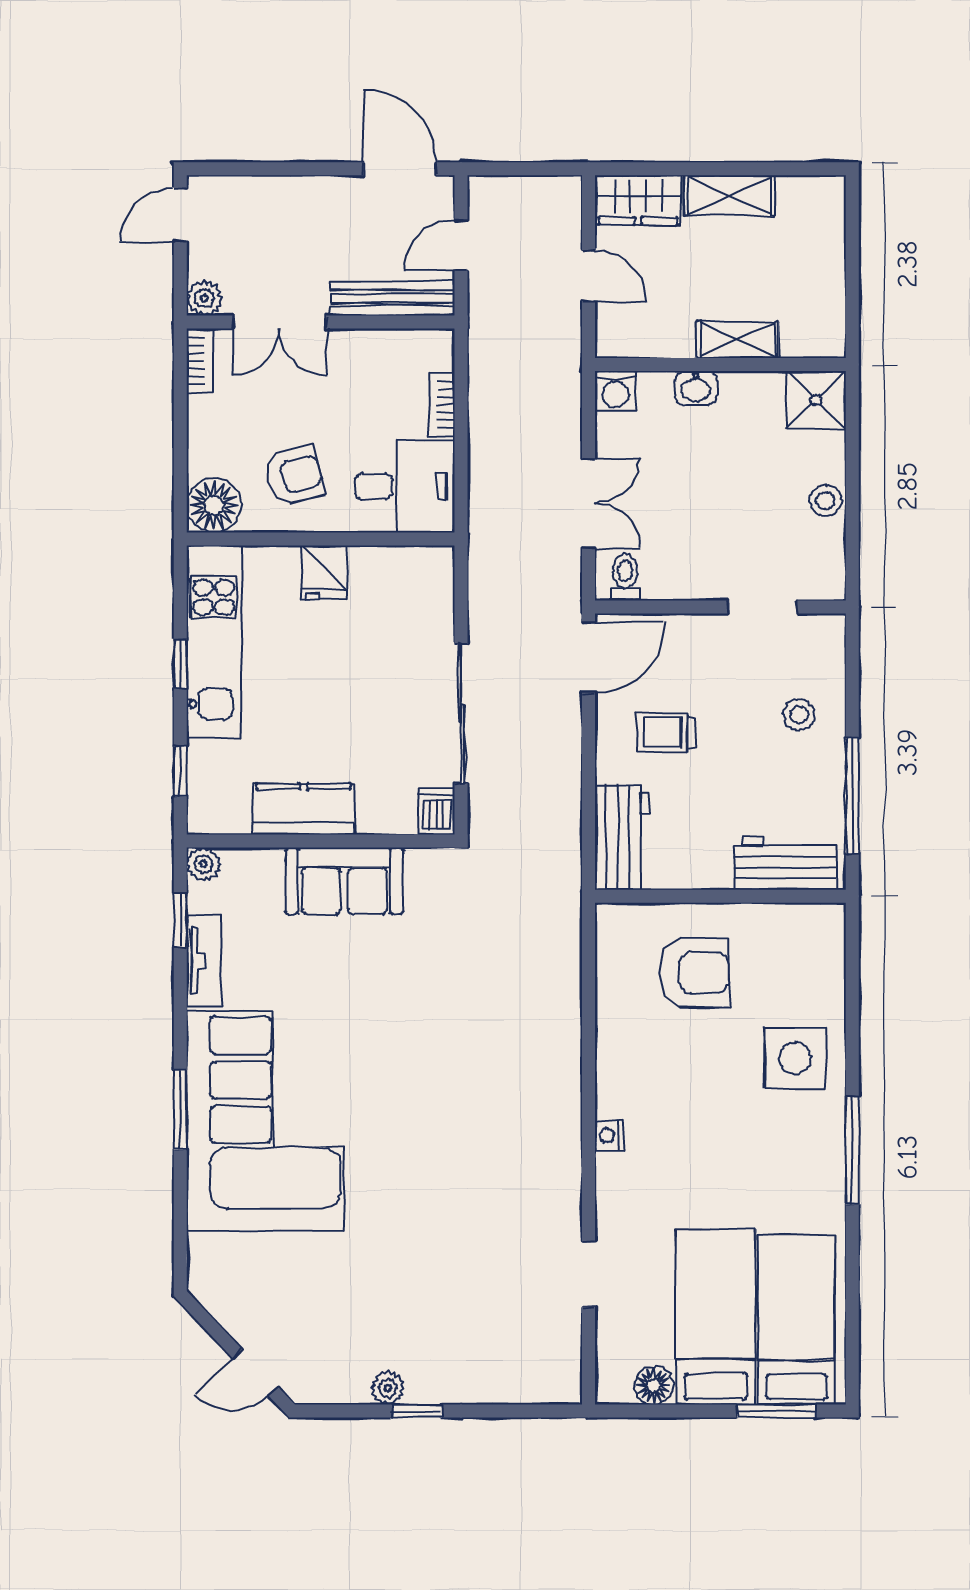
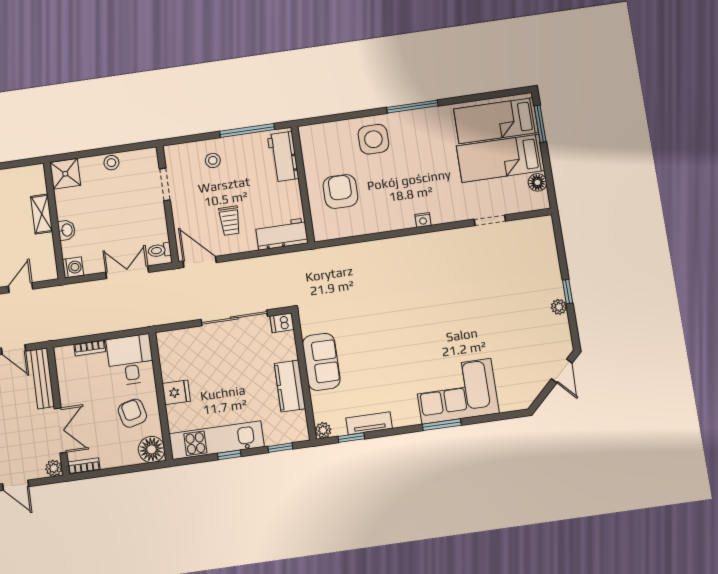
corner sofa: (265, 1121) -> (456, 391), width x0.73, depth x0.74

